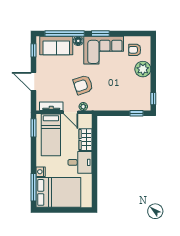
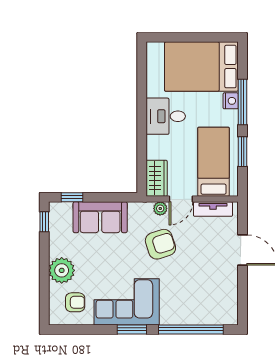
floor lamp: (78, 41) -> (168, 317), removed
sofa: (56, 45) -> (100, 217), moved, turned 180
window: (33, 50) -> (242, 301), removed
door: (71, 112) -> (181, 199), swing flipped
window: (33, 128) -> (242, 152), moved
wardrobe: (85, 140) -> (157, 178), moved
window: (33, 187) -> (242, 102), moved

